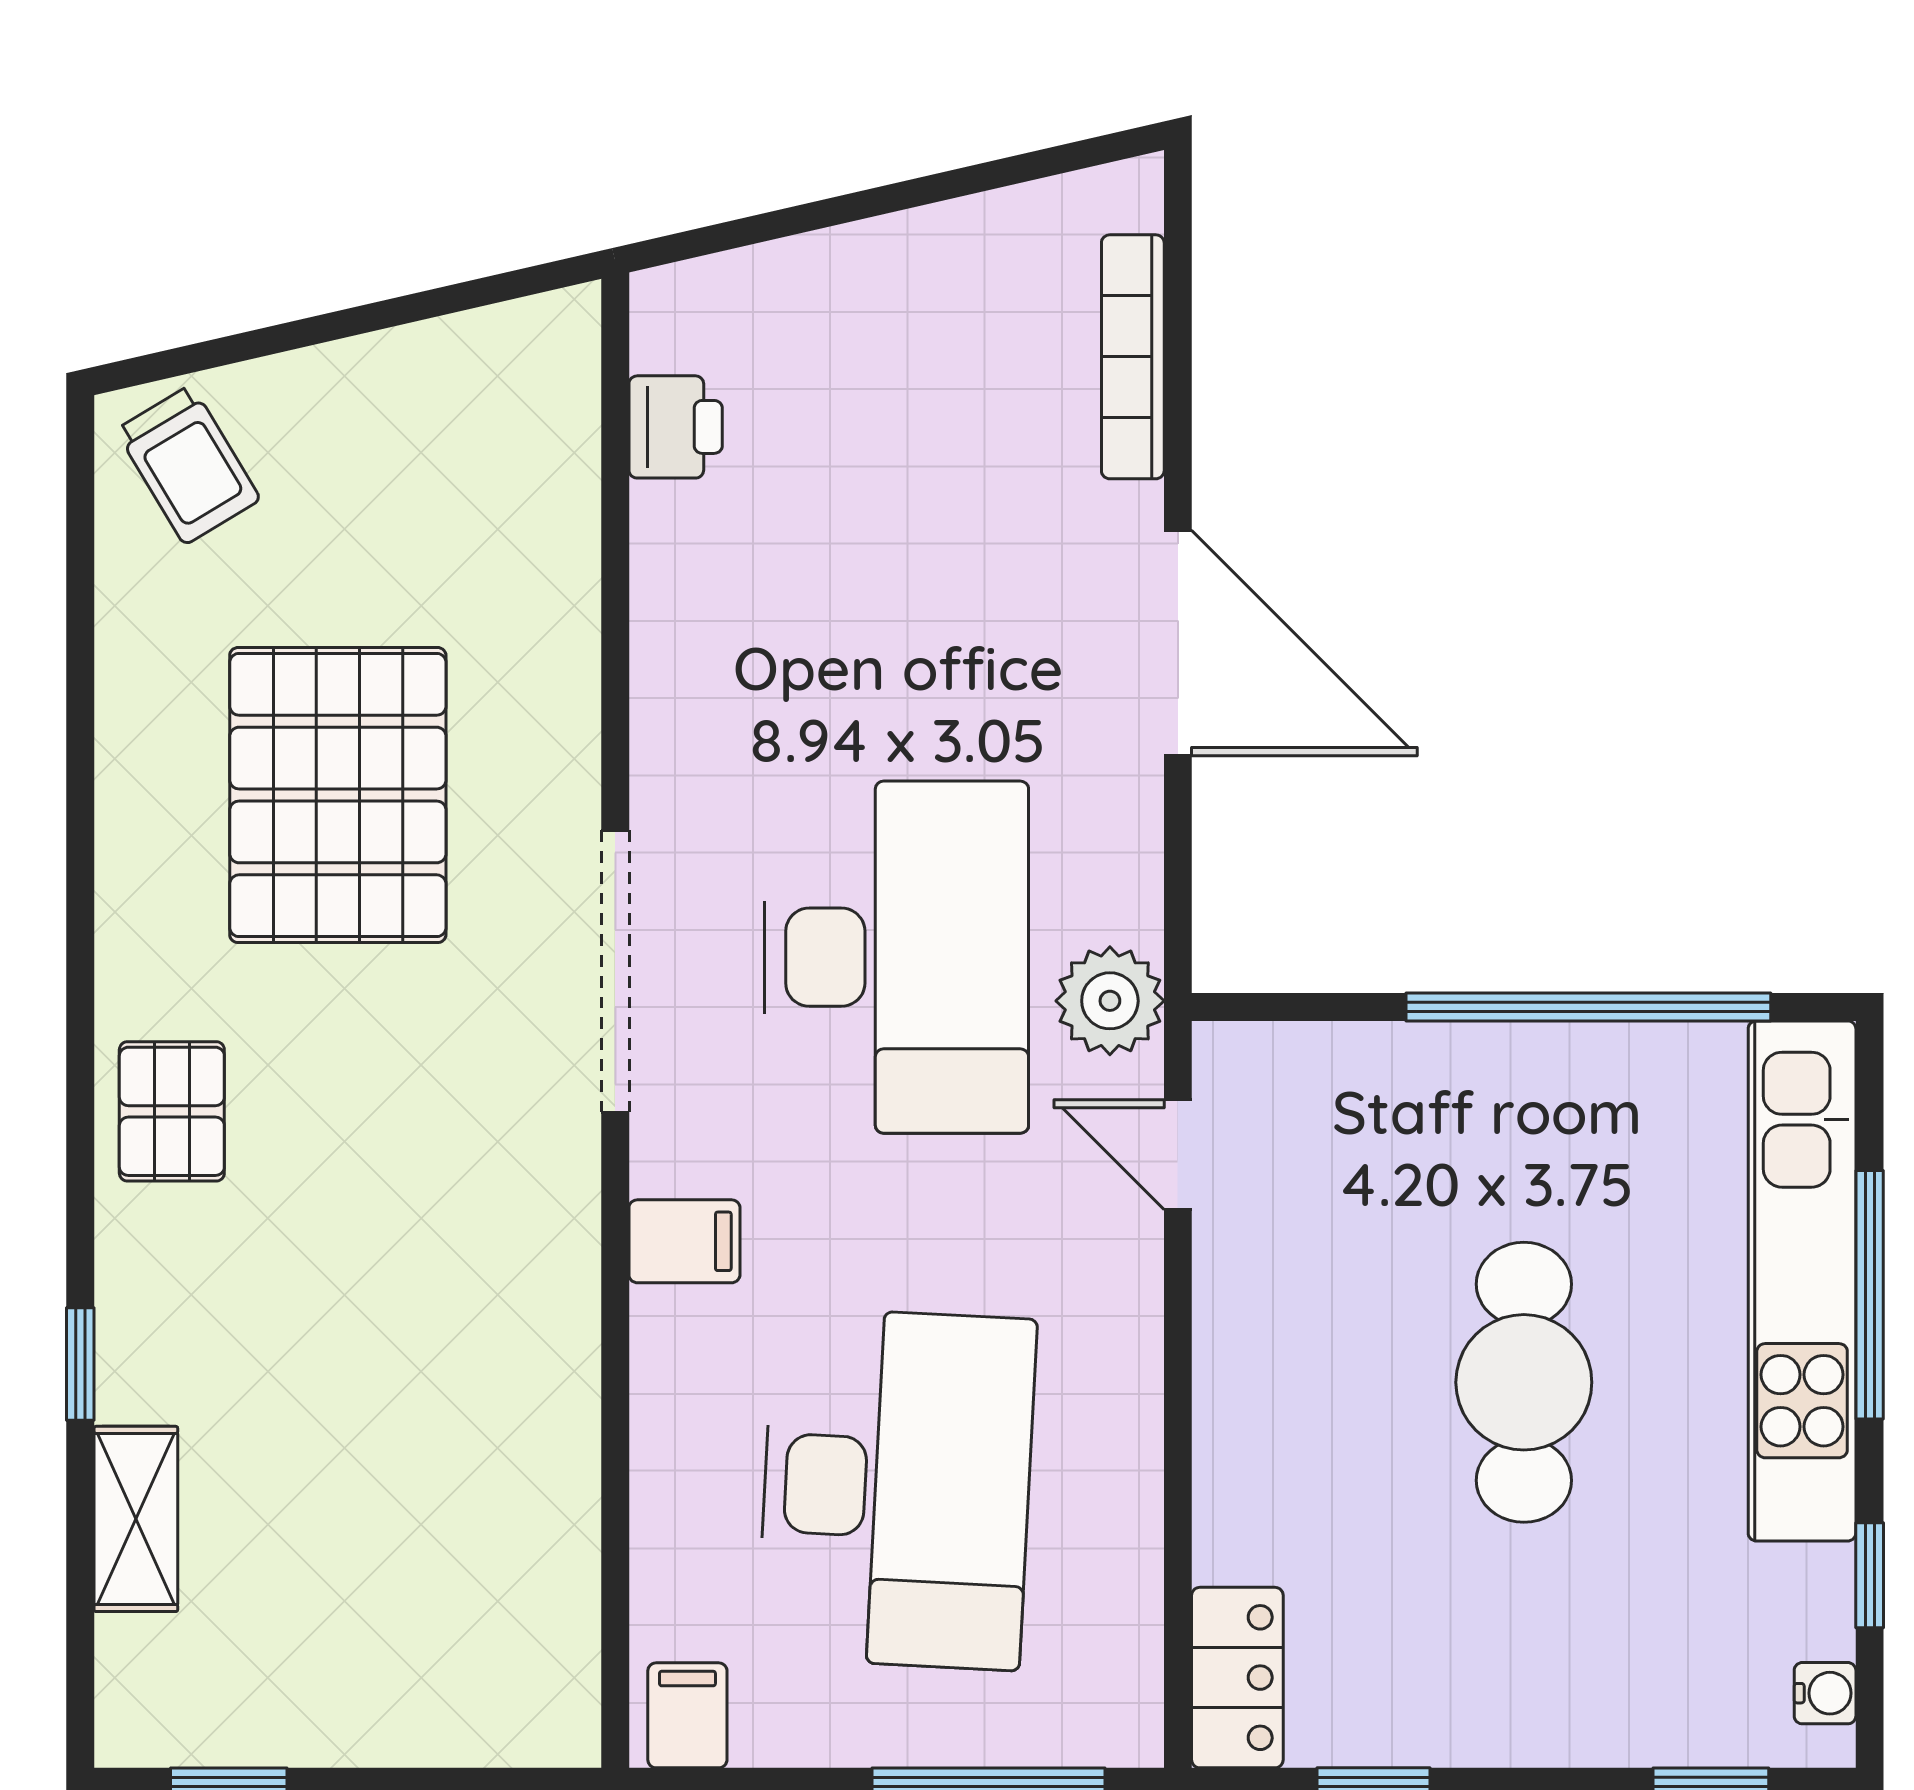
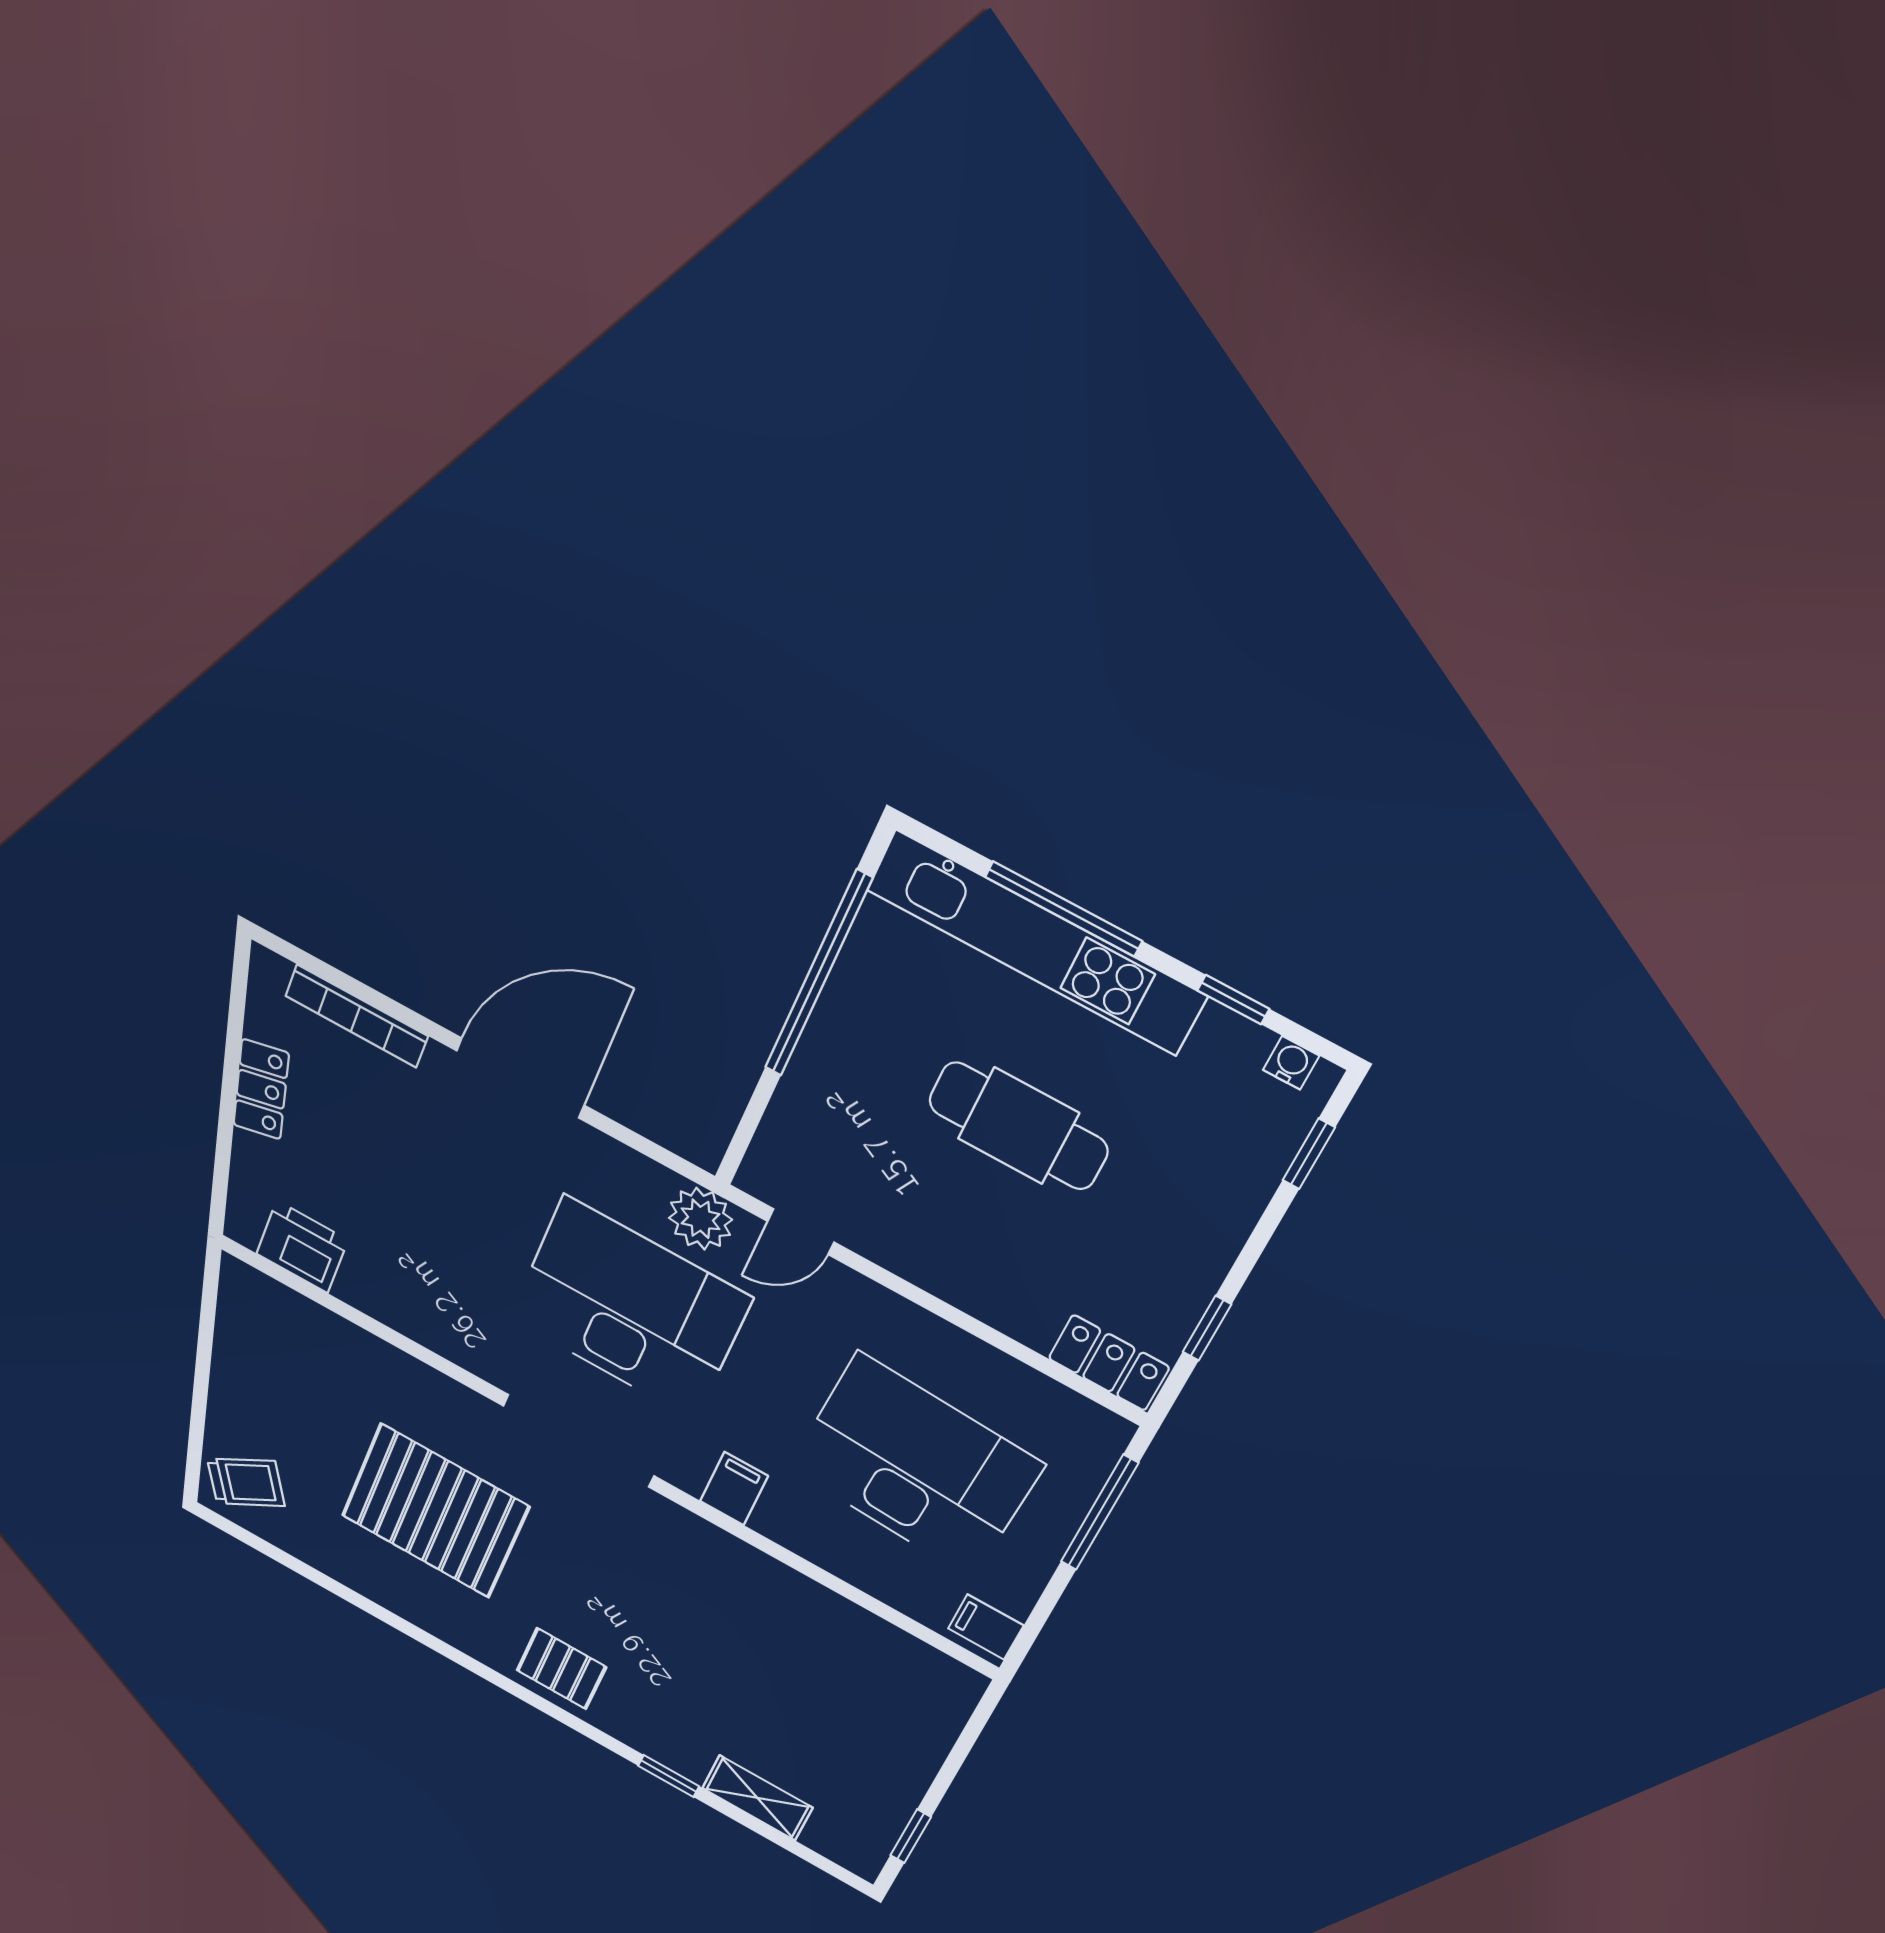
locker: (922, 249) -> (261, 1089), added
printer: (676, 427) -> (302, 1247), width x1.36, depth x1.24

